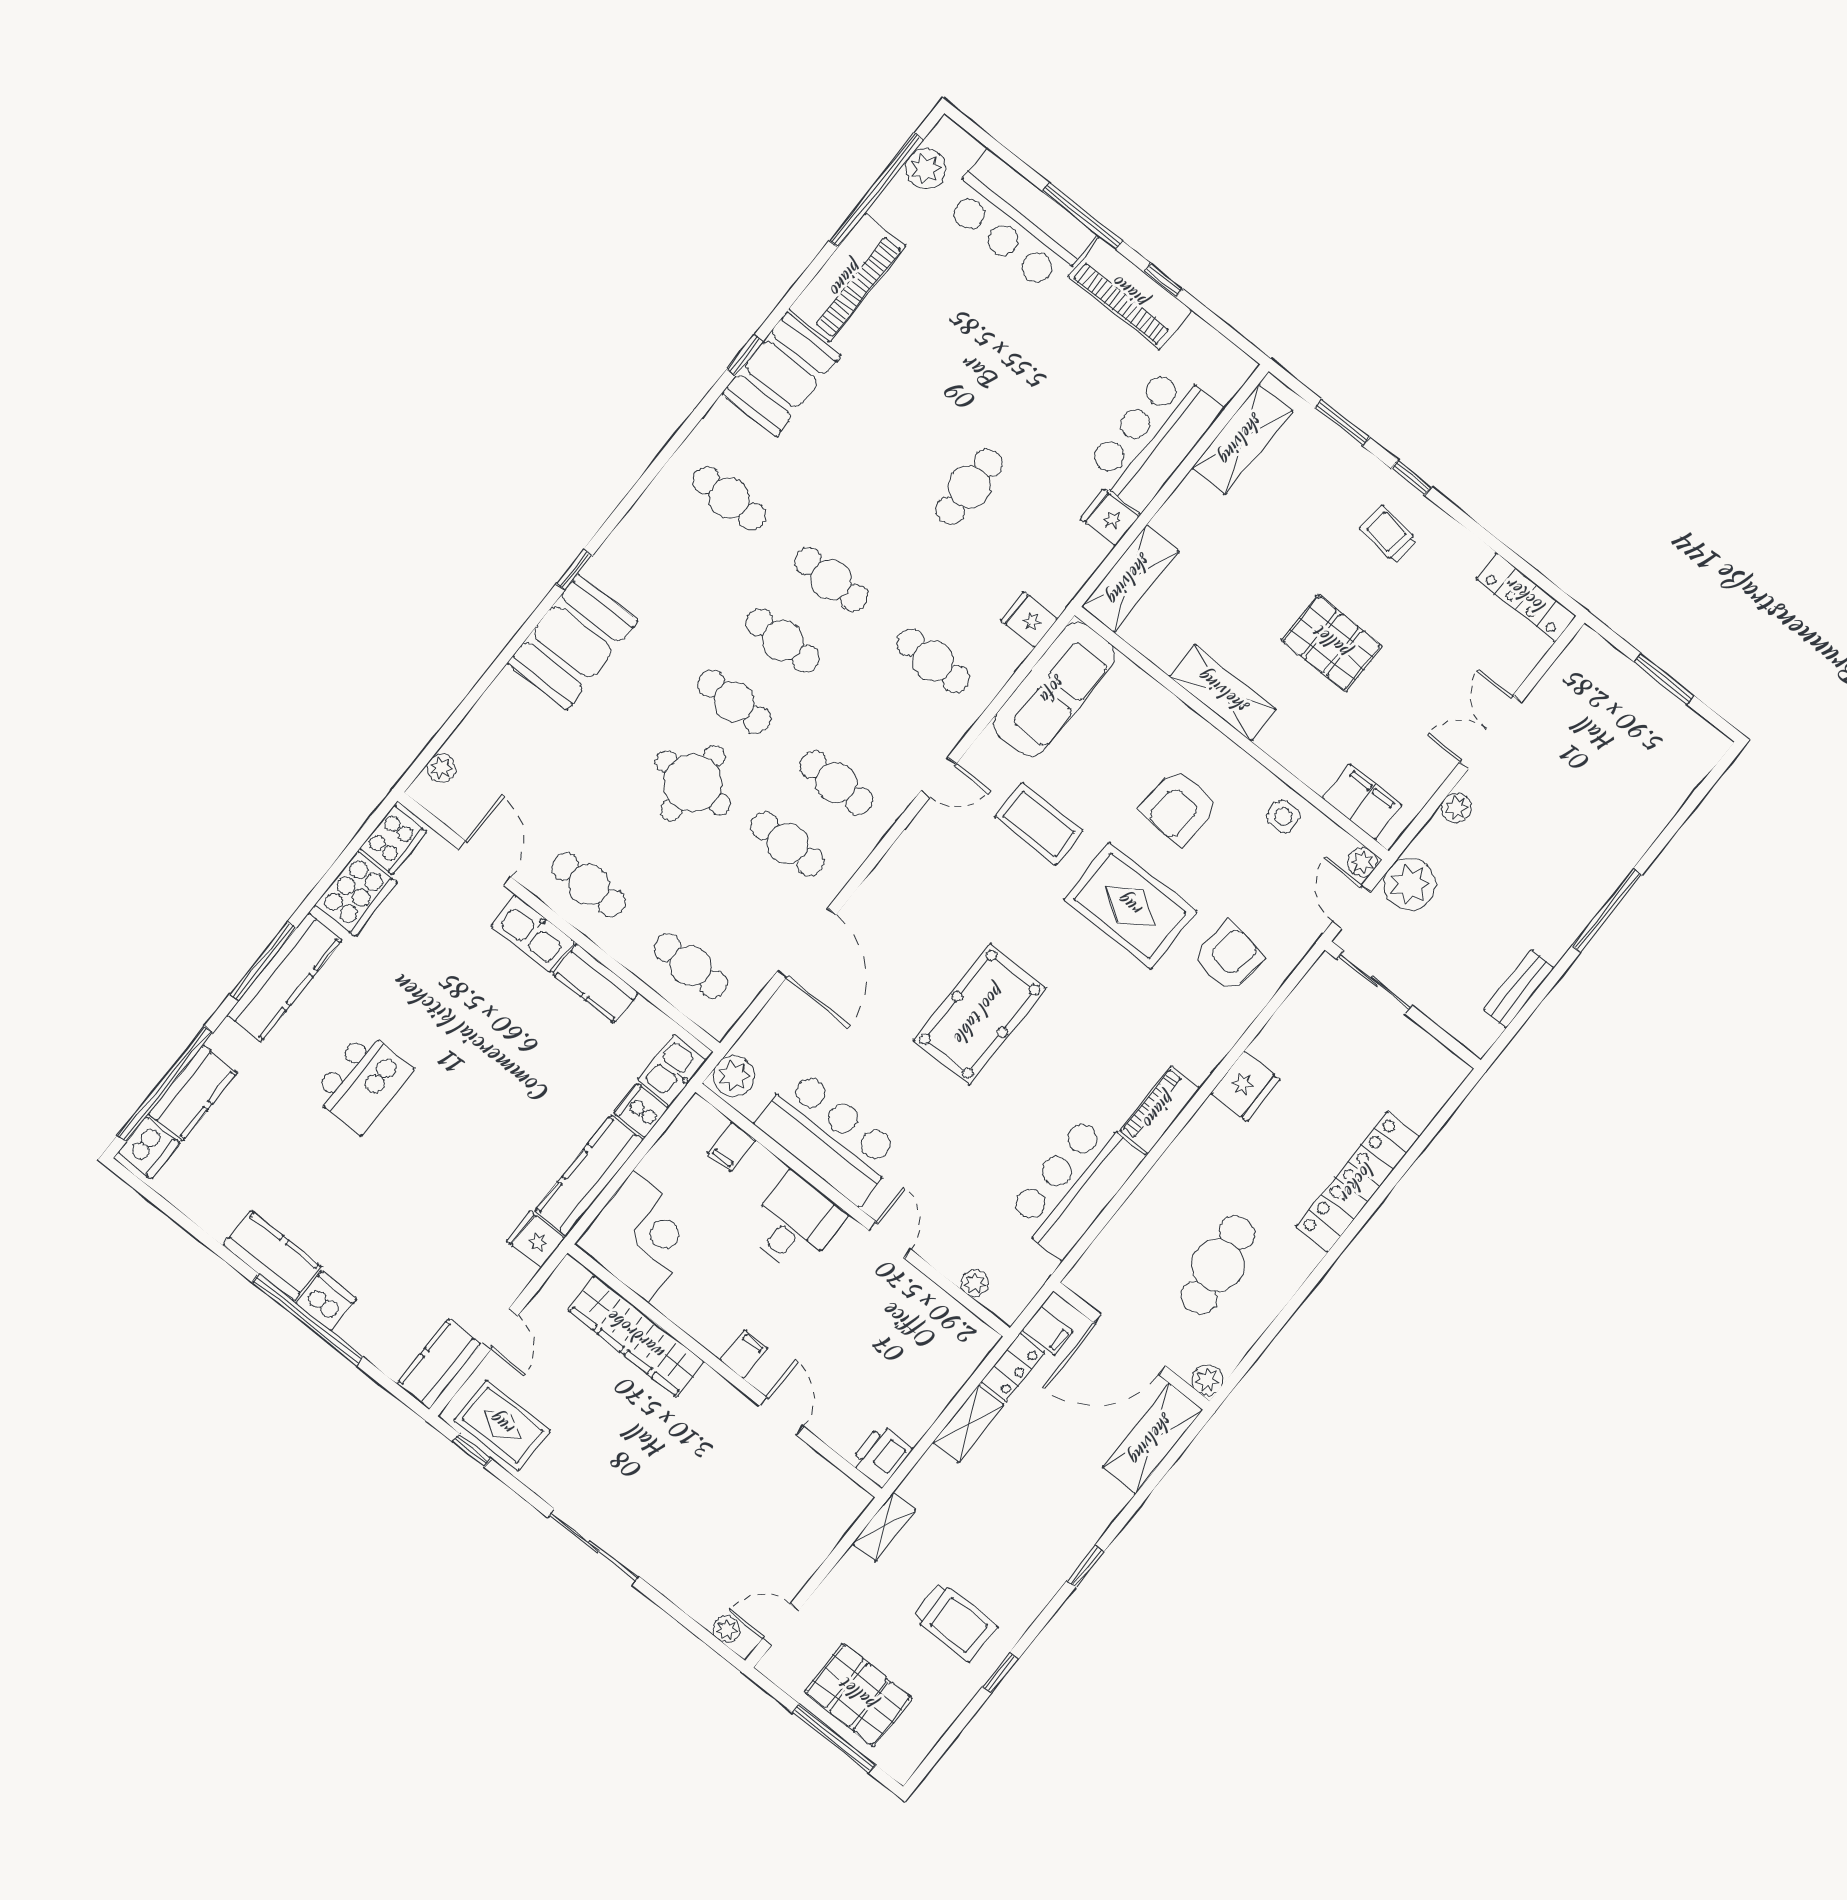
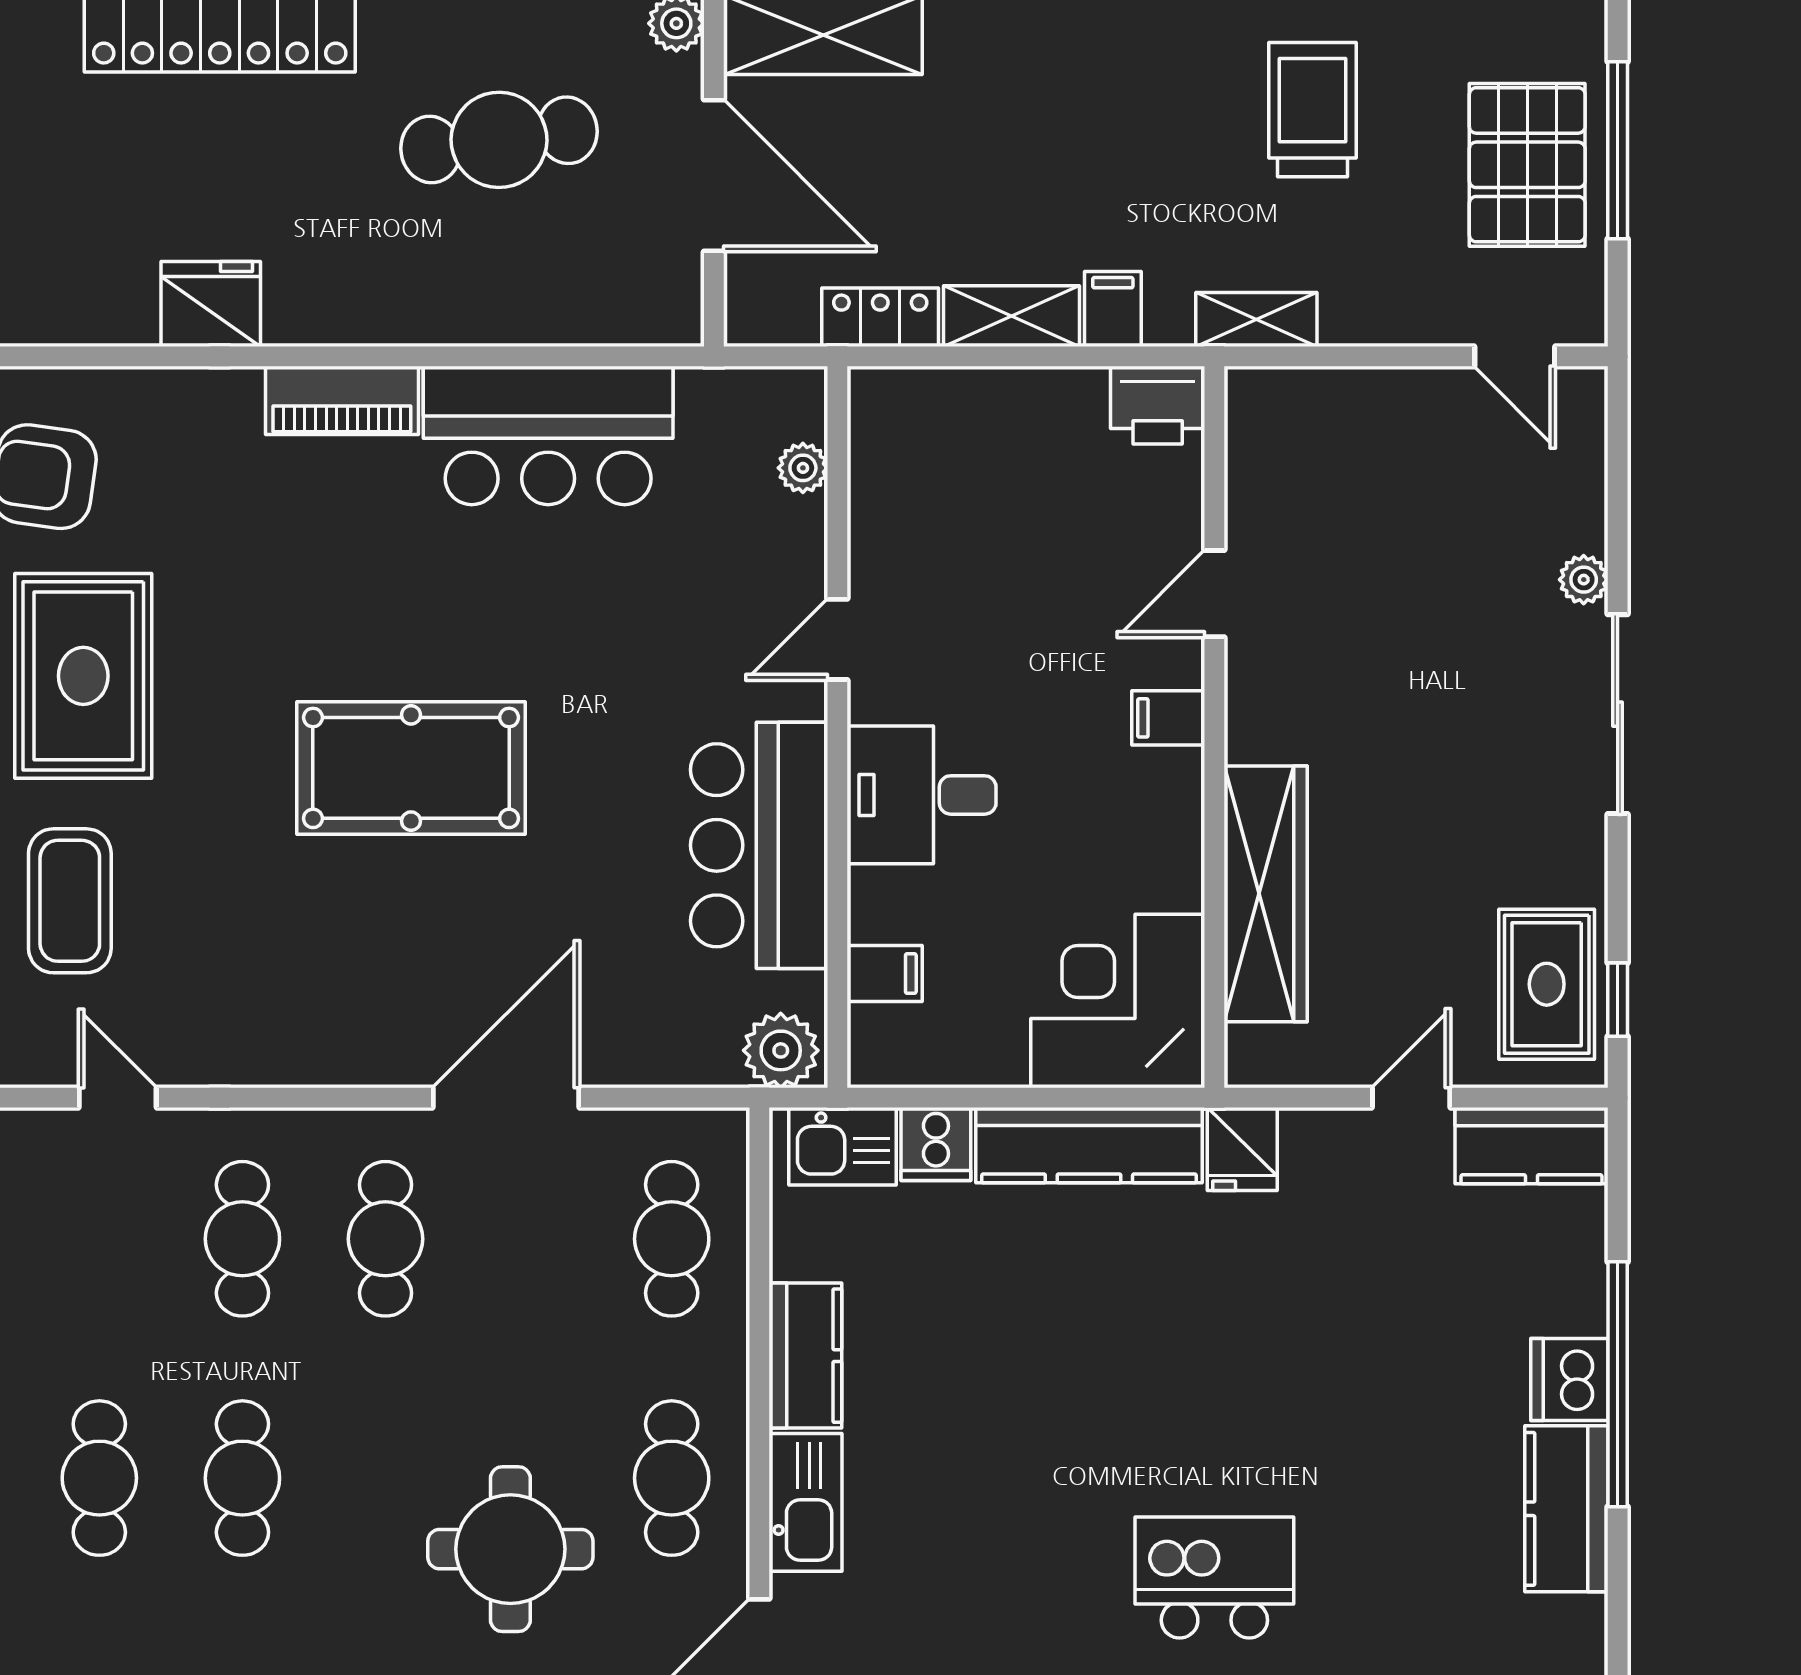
round table: (693, 783) -> (510, 1549), moved
filing cabinet: (1047, 1331) -> (1113, 309), moved
plant: (727, 1629) -> (1584, 580), moved

